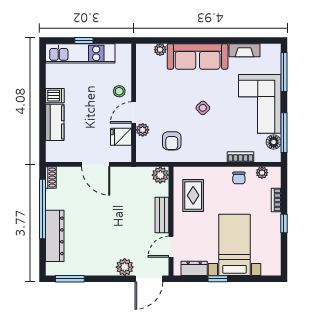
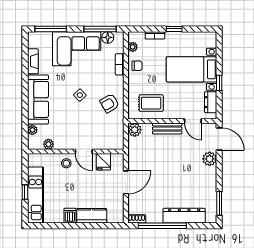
plant: (143, 130) -> (48, 144), moved
armchair: (172, 141) -> (110, 103), moved, turned 149

